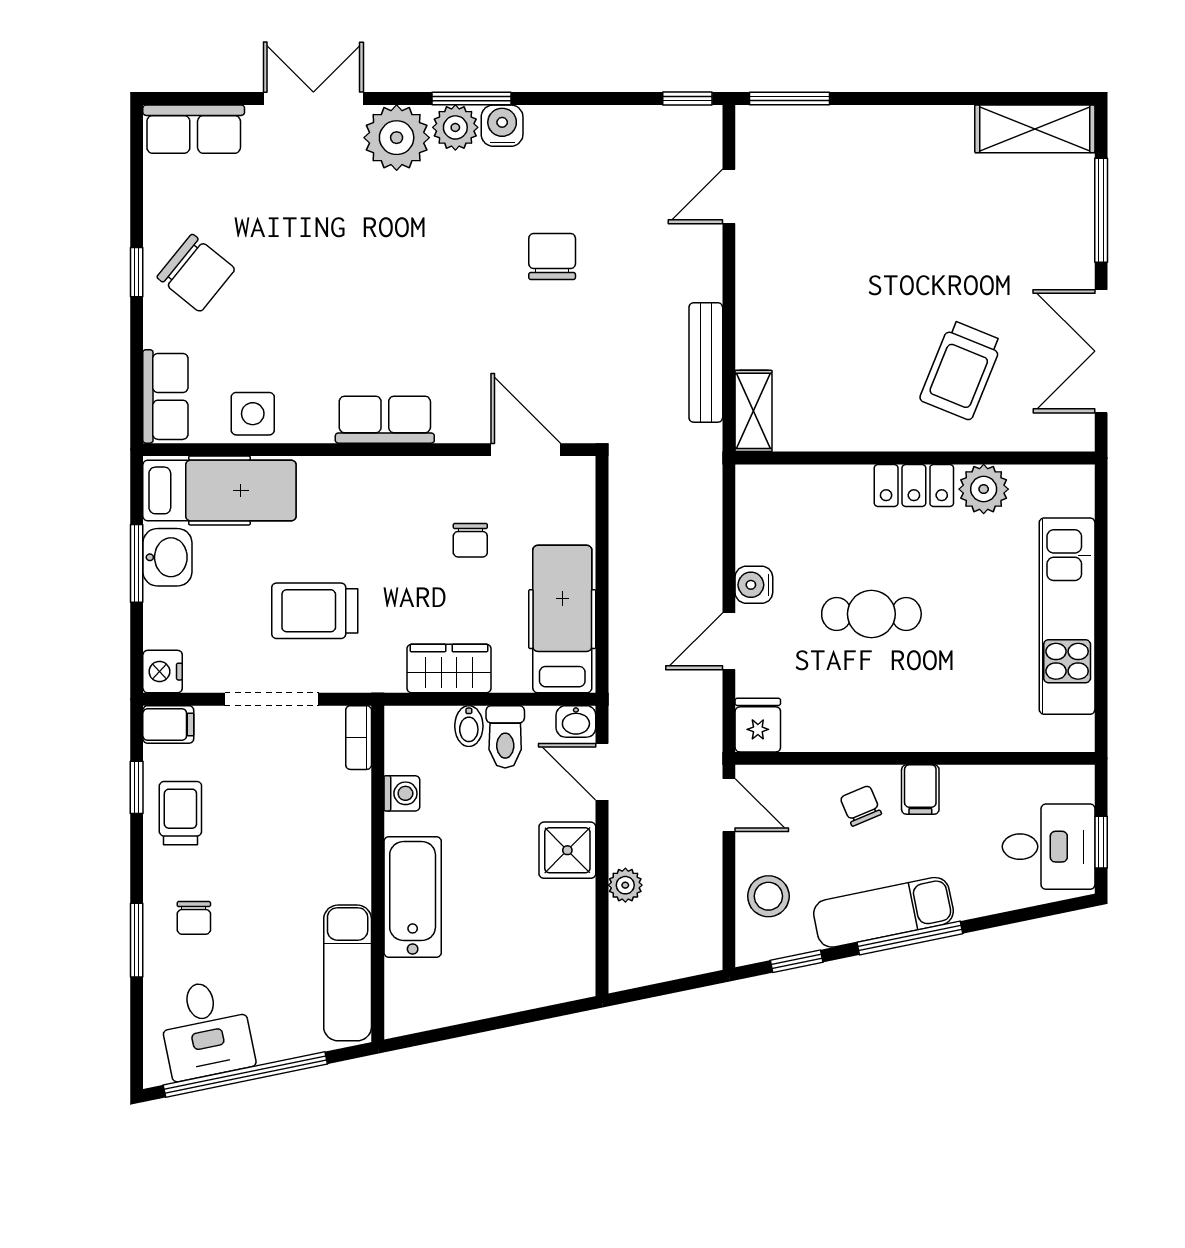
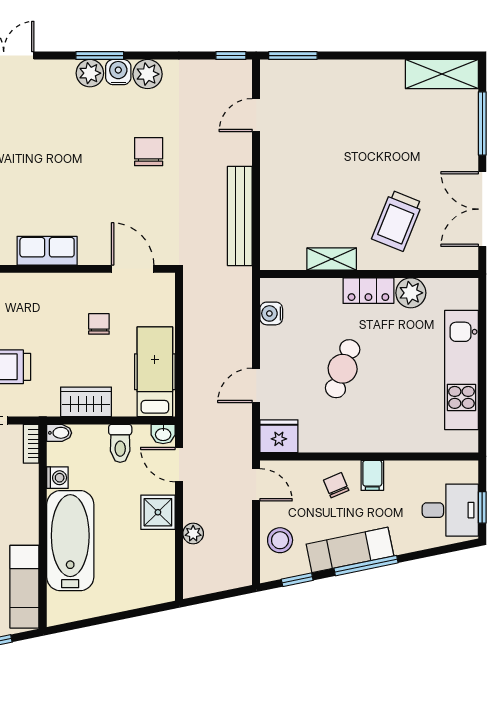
plant: (397, 138) -> (148, 74), moved, width x0.73, depth x0.73
bench: (706, 362) -> (240, 216), width x1.37, depth x1.21
shelving: (754, 411) -> (332, 259), moved, turned 90
chair: (470, 540) -> (99, 324), turned 180
water cooler: (754, 585) -> (271, 313), moved
cafe table: (871, 614) -> (343, 369), turned -70
fridge: (758, 725) -> (279, 436), width x1.38
bidet: (469, 726) -> (59, 433), moved, turned -90
bathtub: (413, 897) -> (70, 541), width x1.36, depth x1.36

